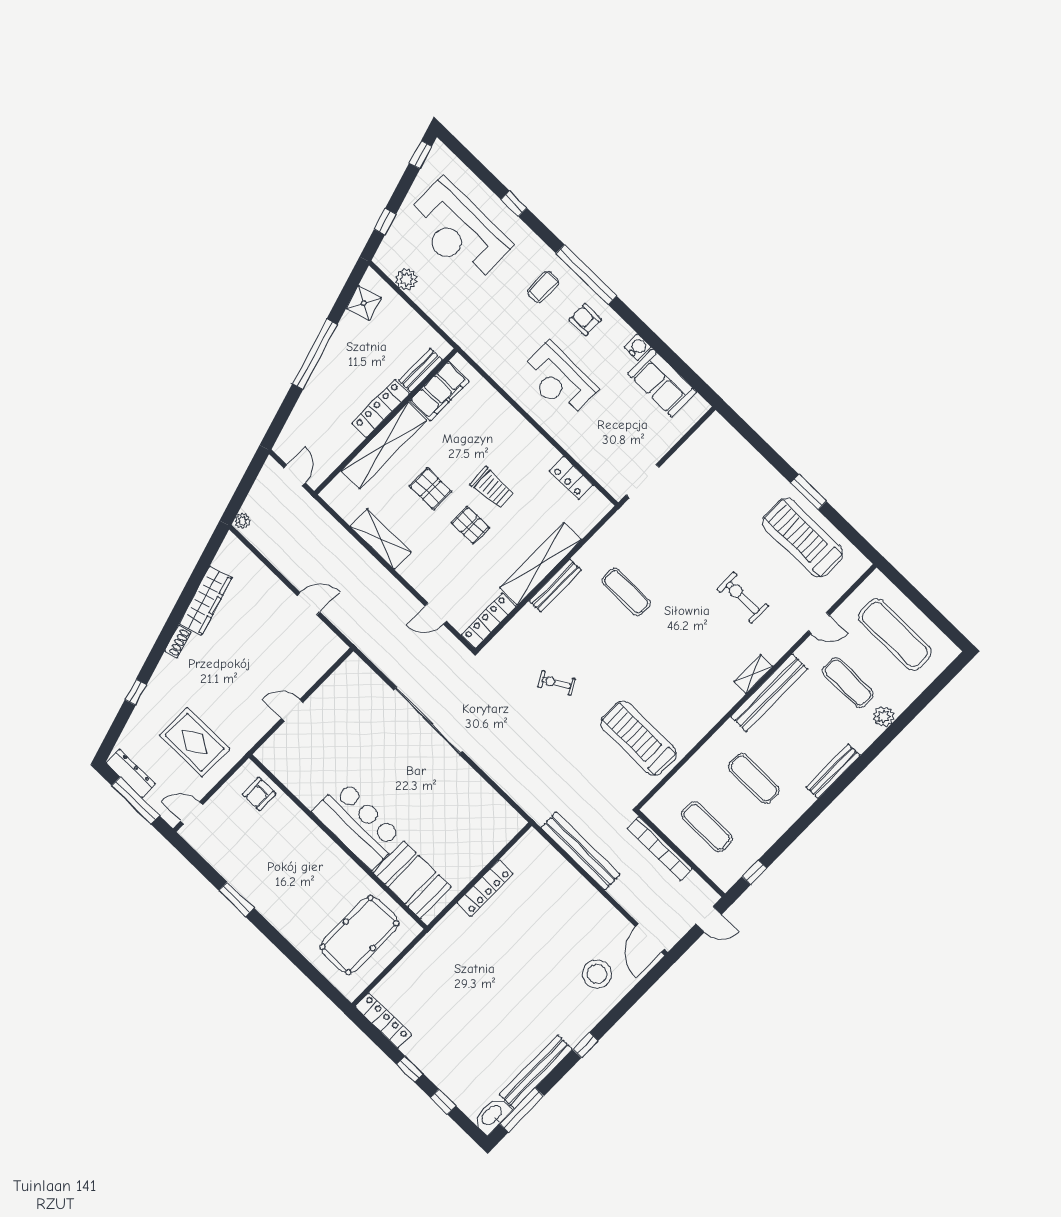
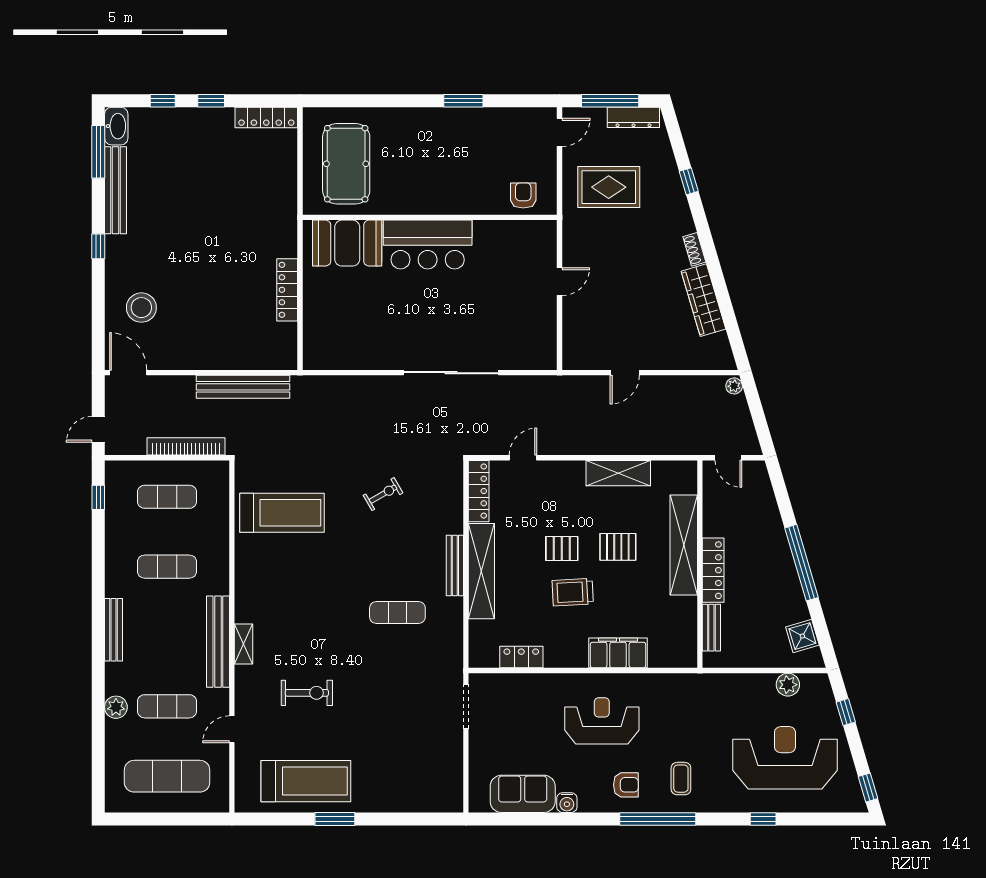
filing cabinet: (439, 391) -> (618, 653), moved, turned 90

